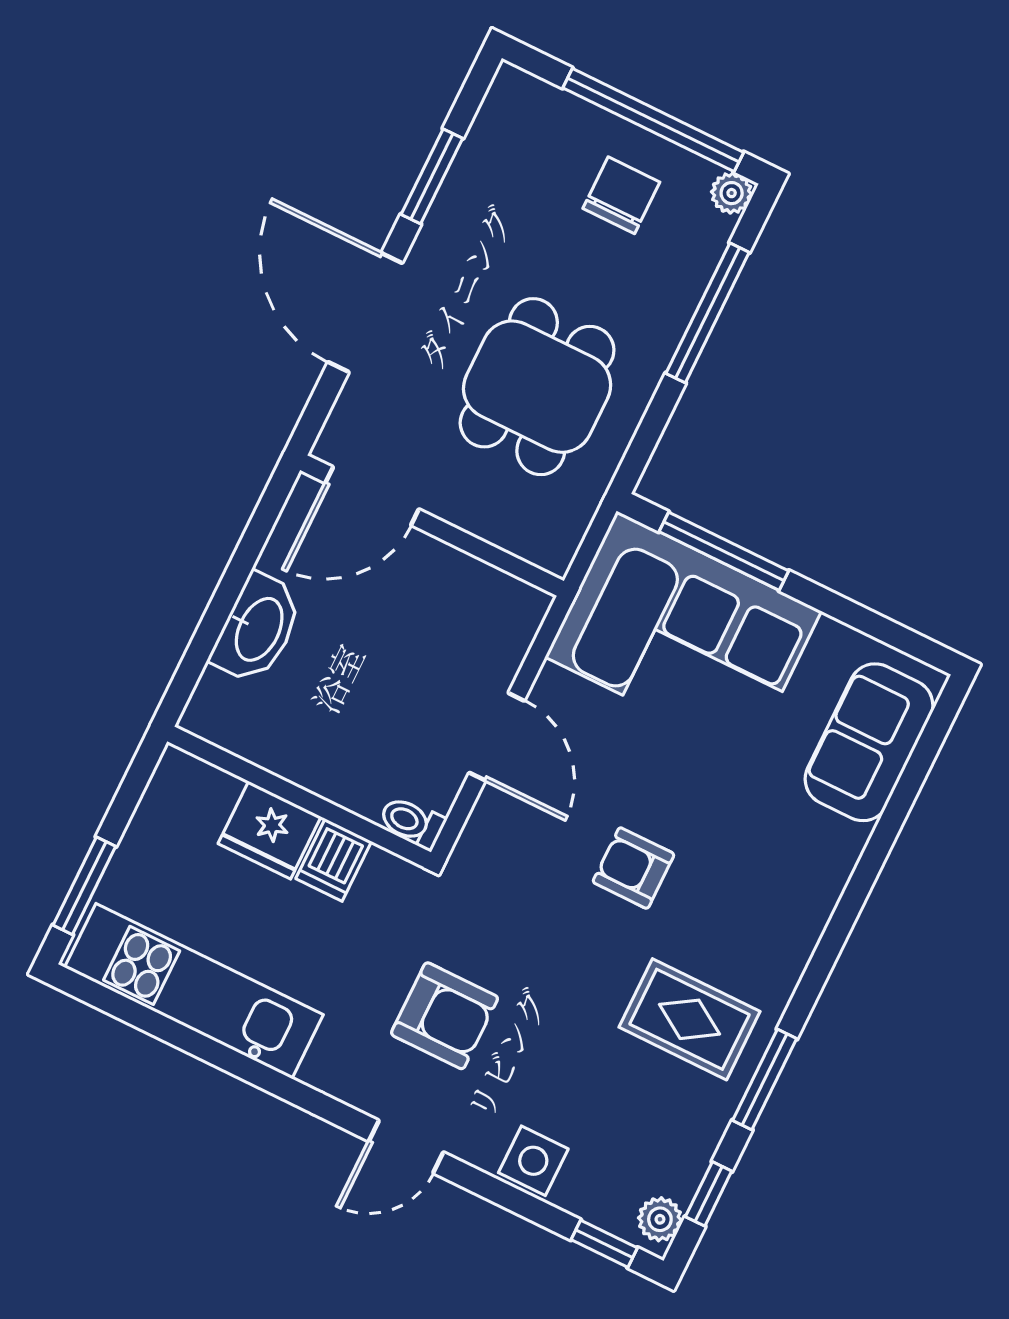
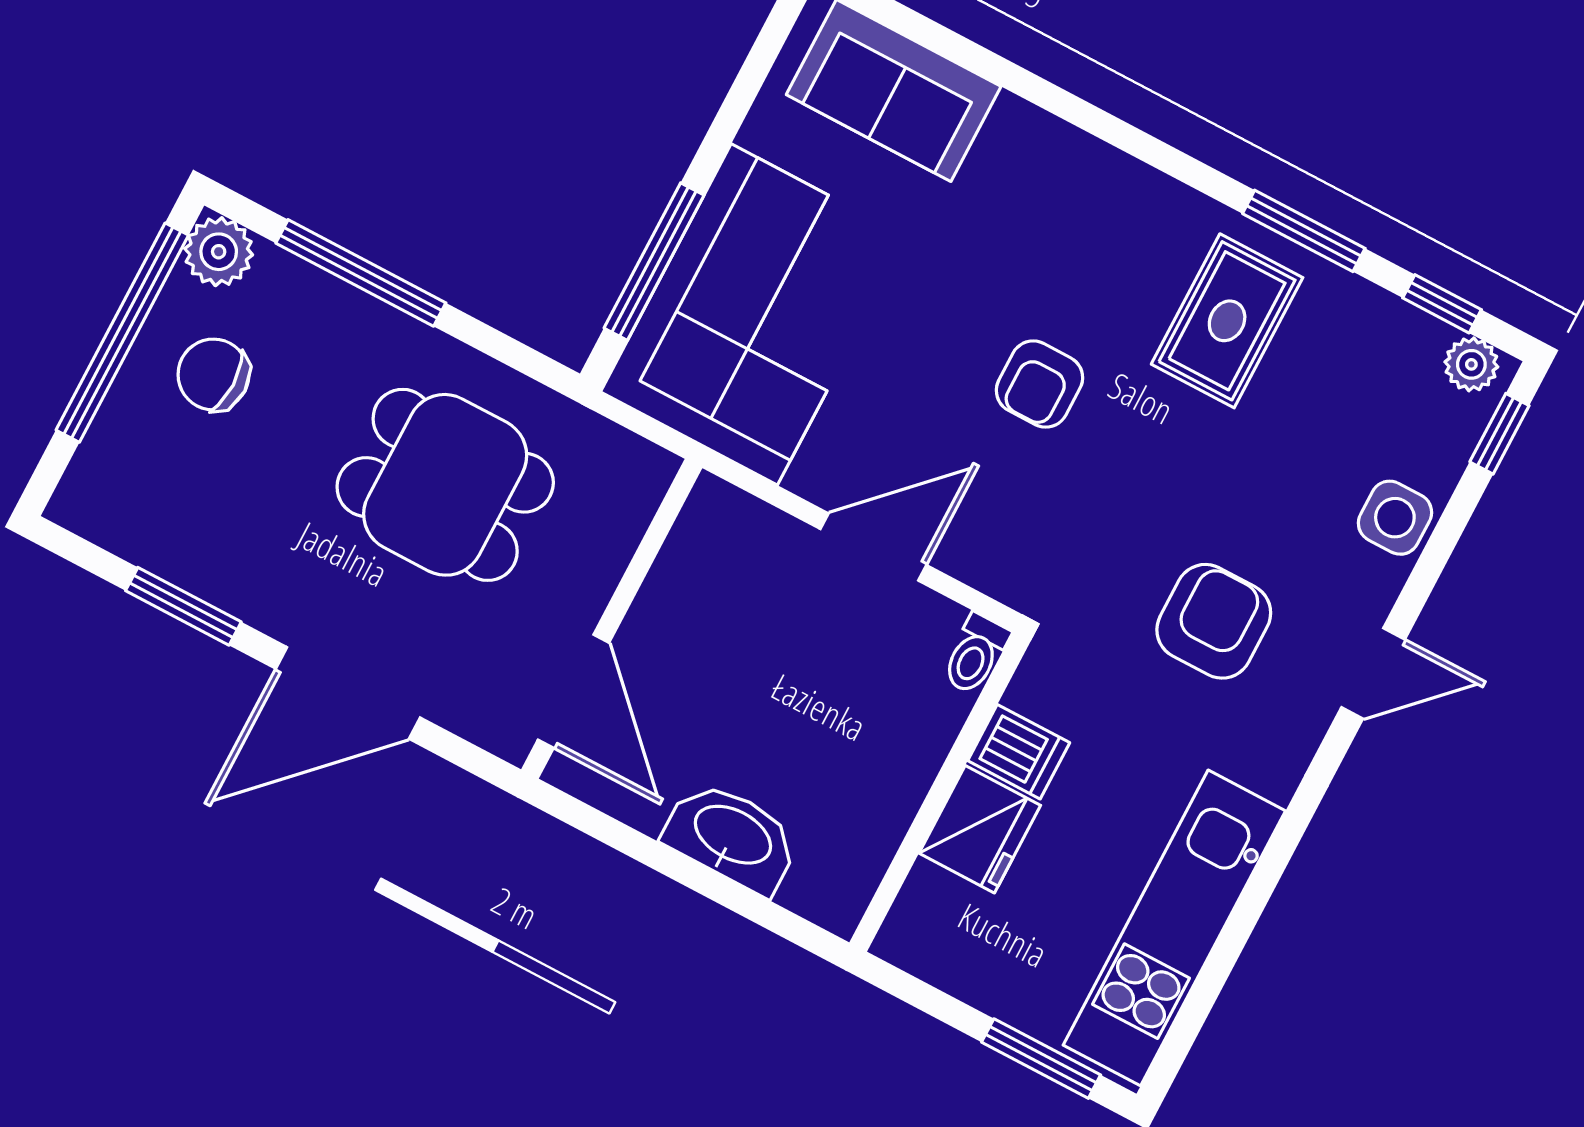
plant: (732, 193) -> (219, 252), width x1.38, depth x1.38
door: (406, 1147) -> (1373, 673), hinge flipped

